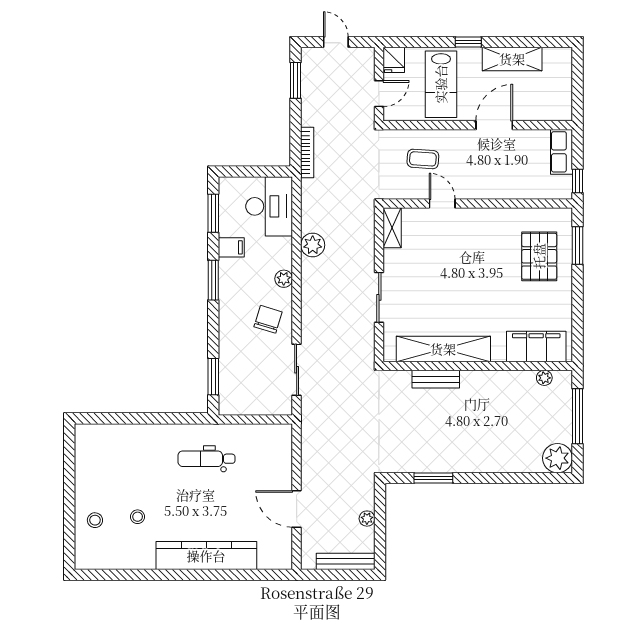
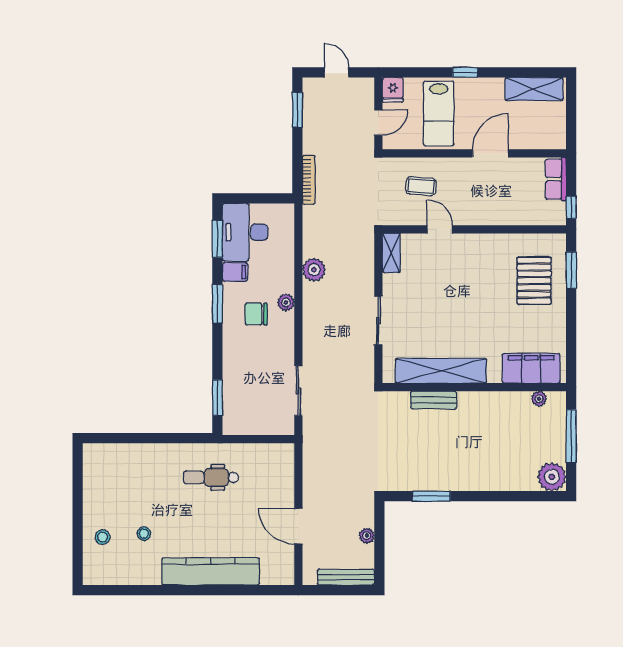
shelving: (512, 59) -> (534, 89), moved
desk: (269, 206) -> (245, 232), moved, turned 180
chair: (268, 319) -> (256, 314), moved, turned -107

